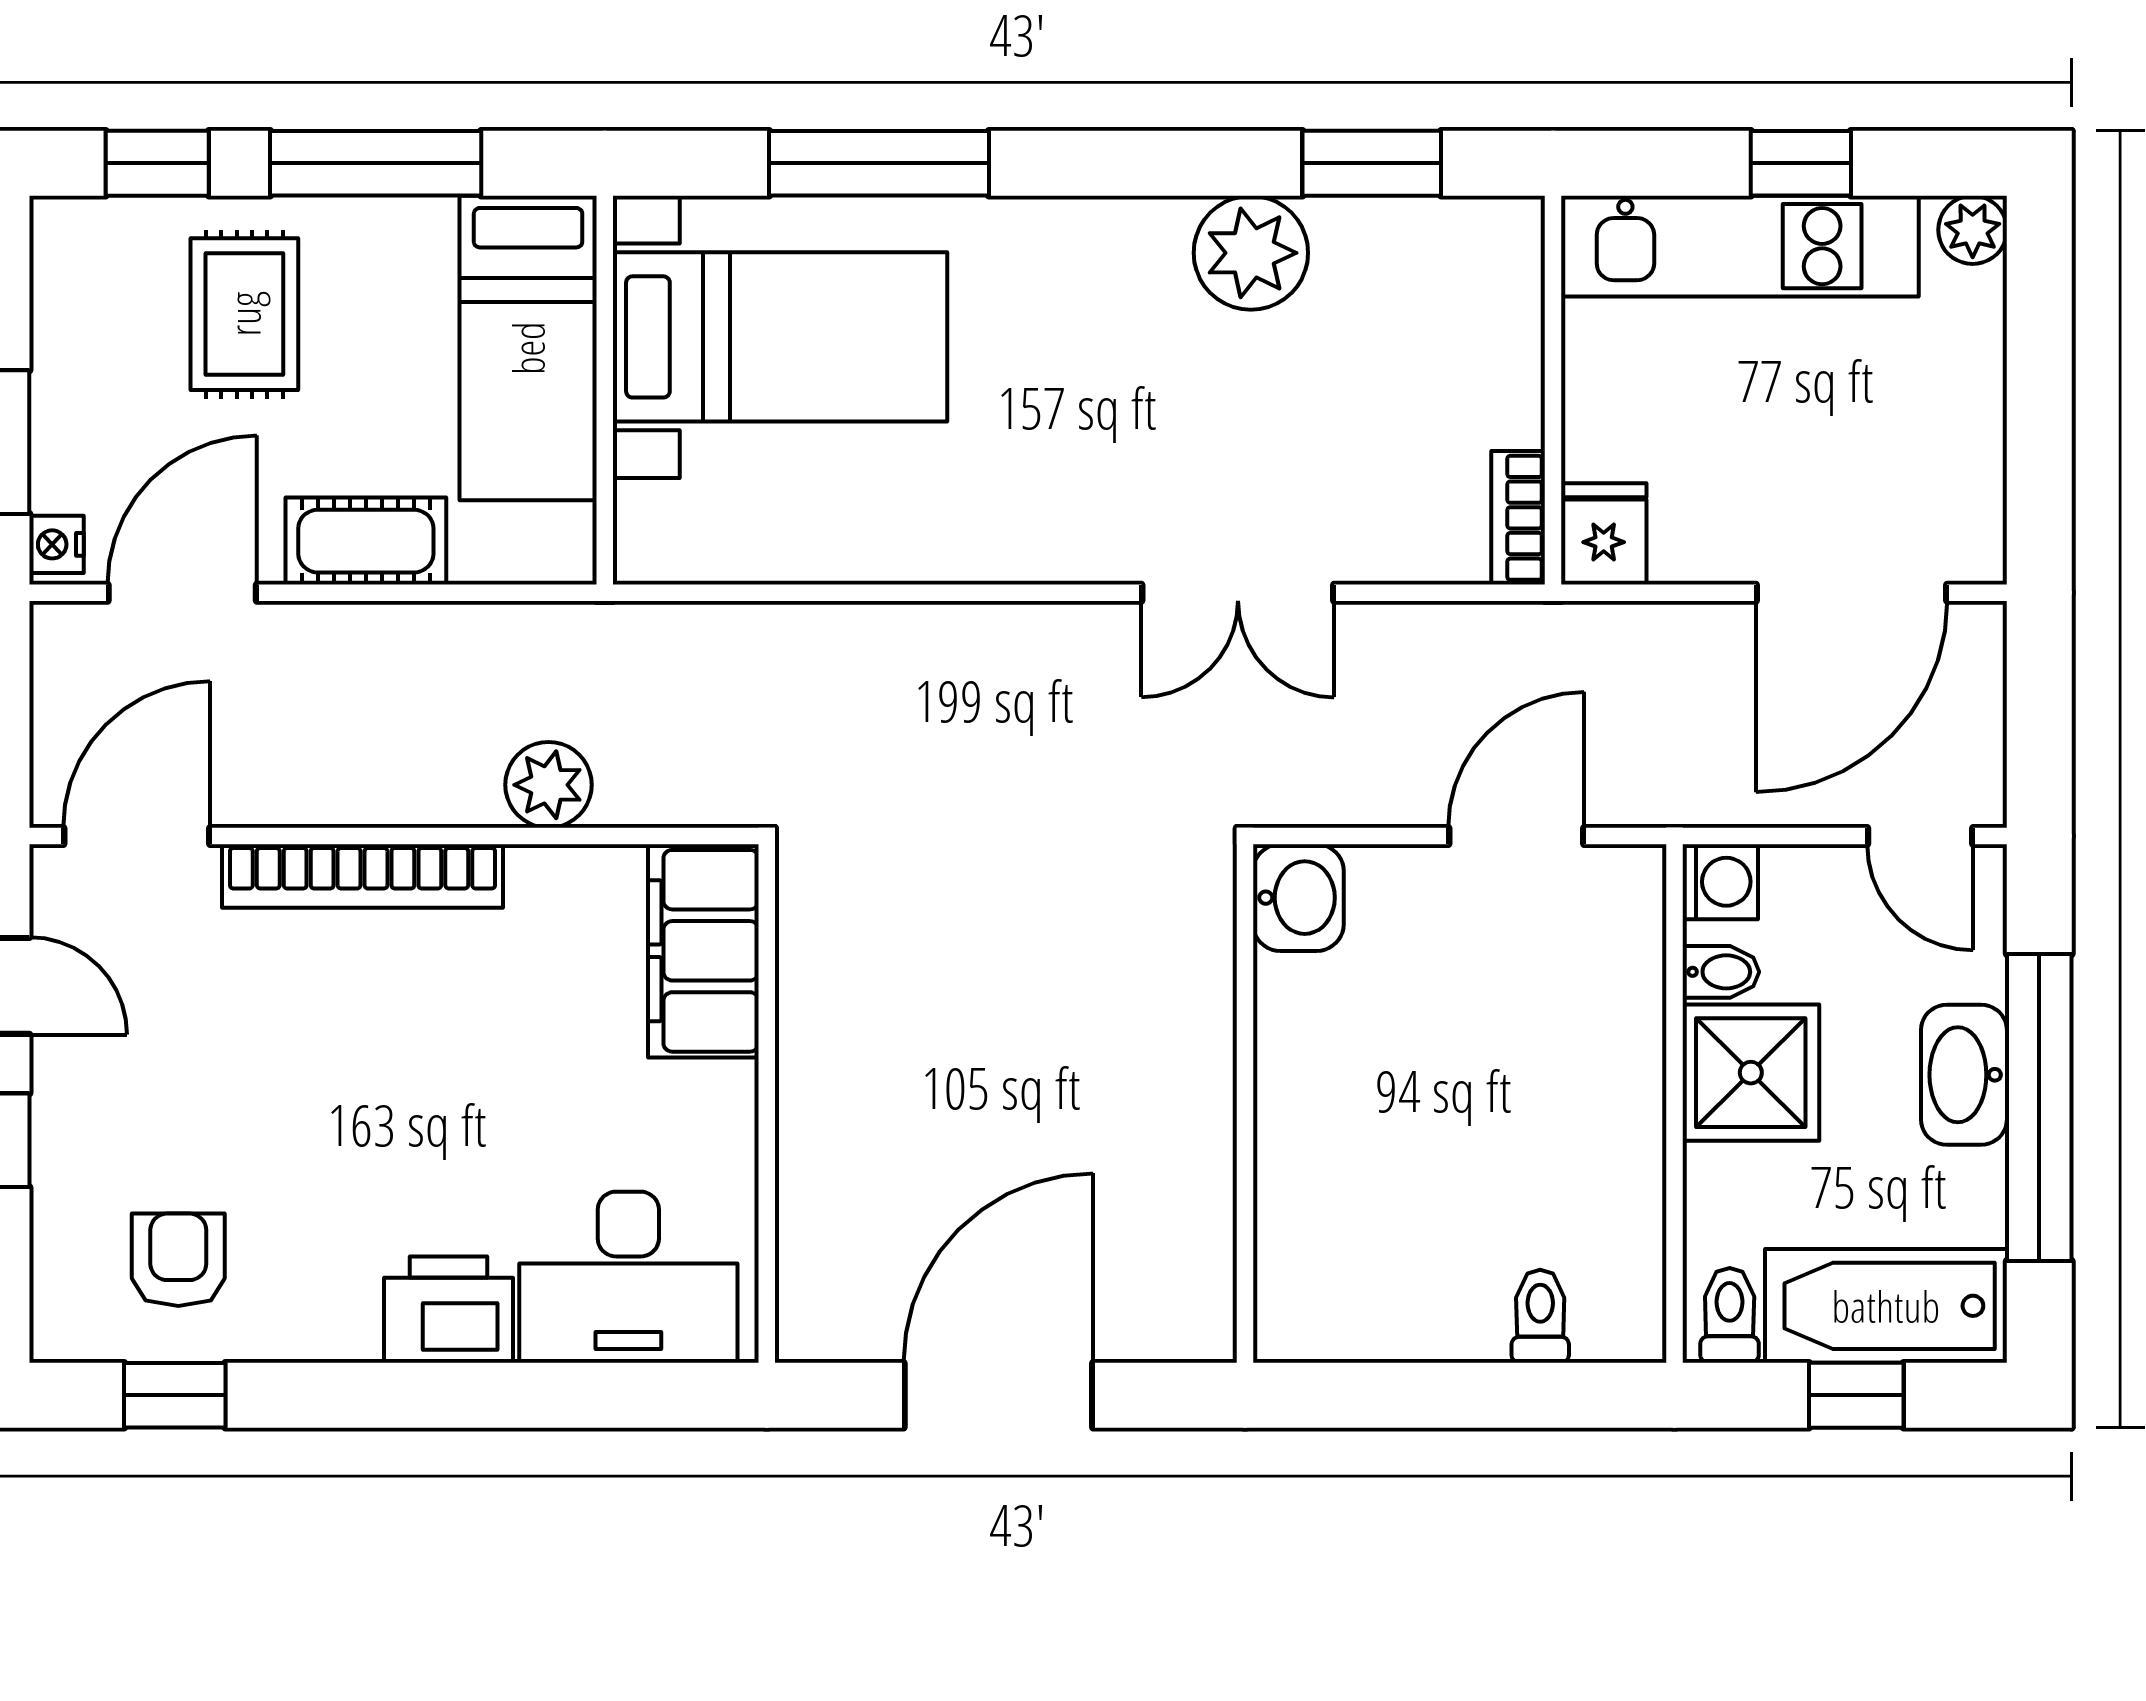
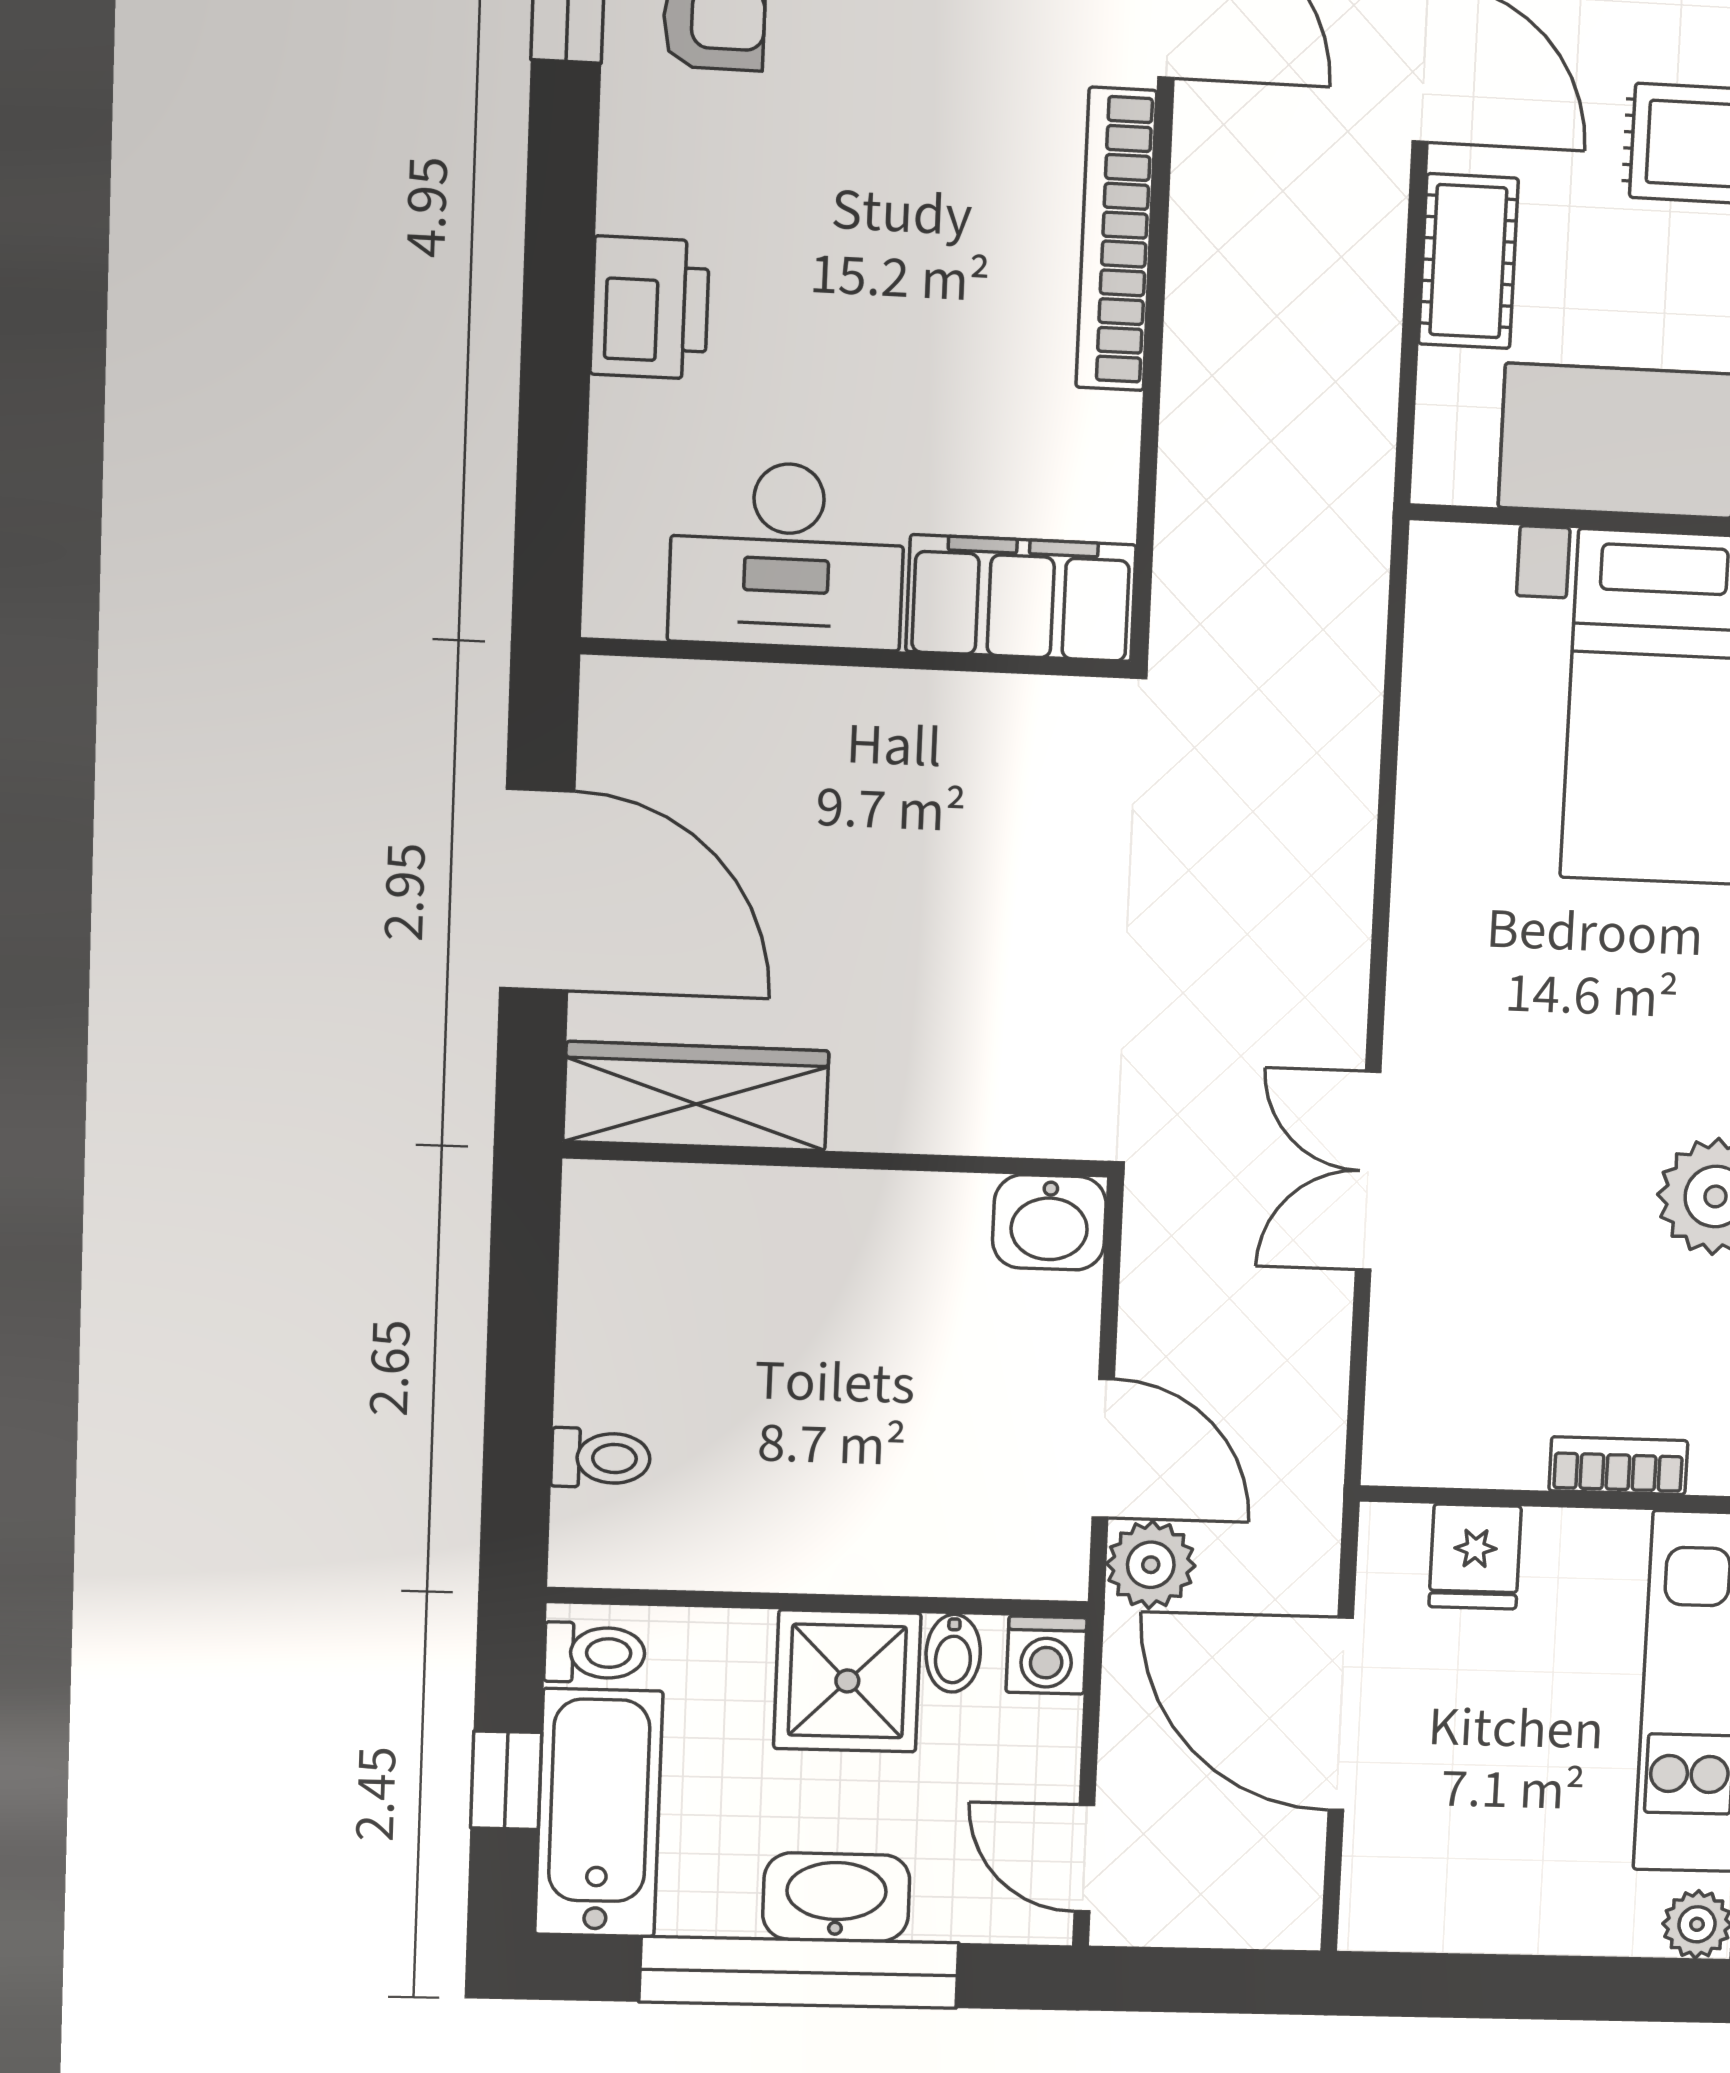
bookcase: (1518, 518) -> (1618, 1466), moved
fridge: (1604, 534) -> (1475, 1557), moved, turned 90
door: (1852, 593) -> (1341, 1714), moved
plant: (549, 785) -> (1151, 1565), moved
door: (1920, 836) -> (1084, 1858), hinge flipped
wardrobe: (1189, 1239) -> (696, 1096), added
desk: (628, 1277) -> (787, 555), moved, turned -90

